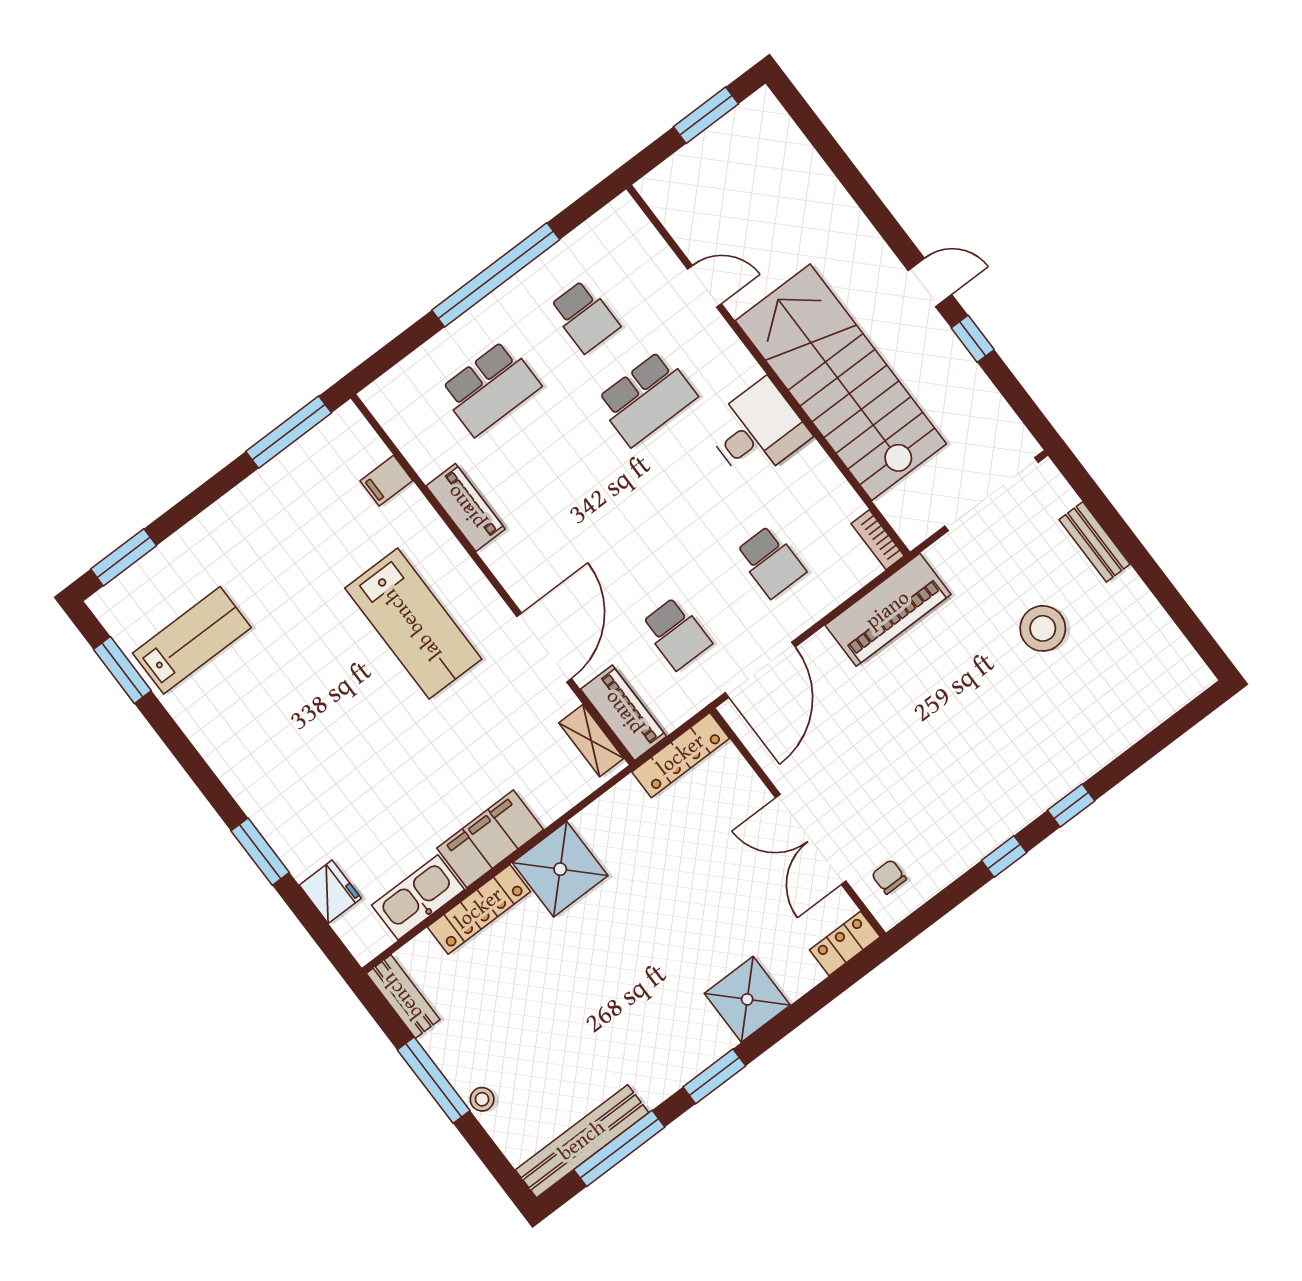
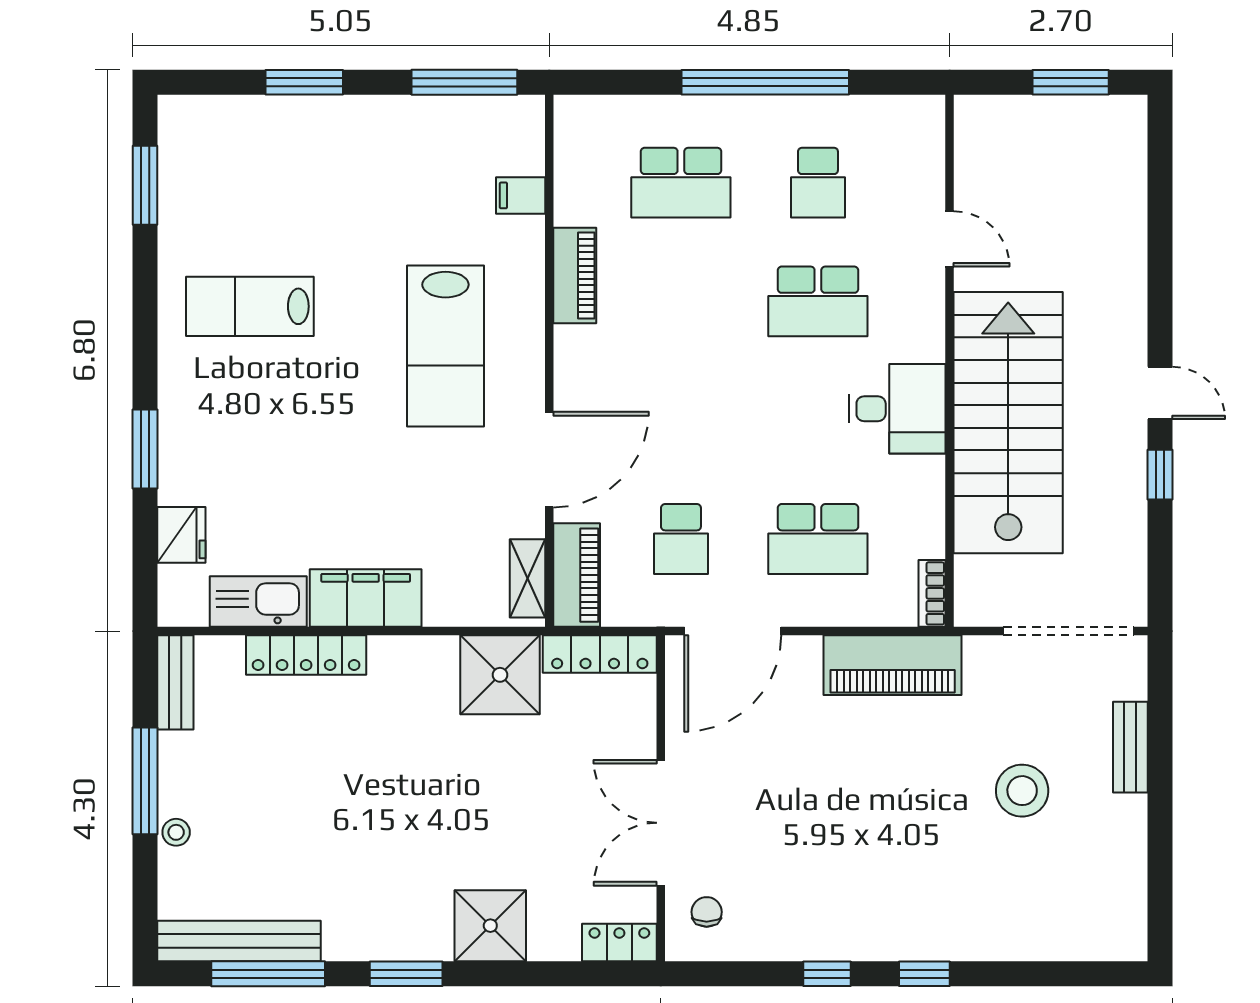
window: (124, 557) -> (304, 82), moved
school desk: (771, 562) -> (818, 539), width x1.85
lab bench: (192, 640) -> (250, 306), moved, turned 180
shower: (560, 869) -> (500, 675), moved

